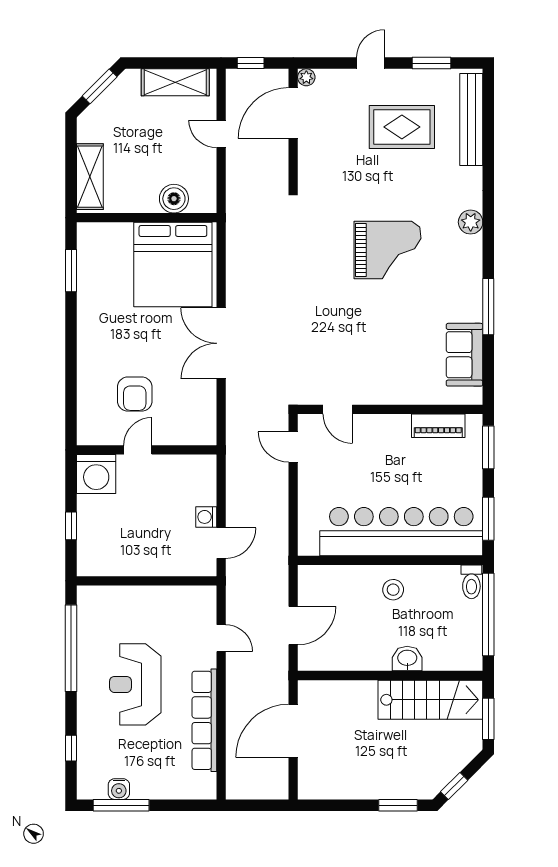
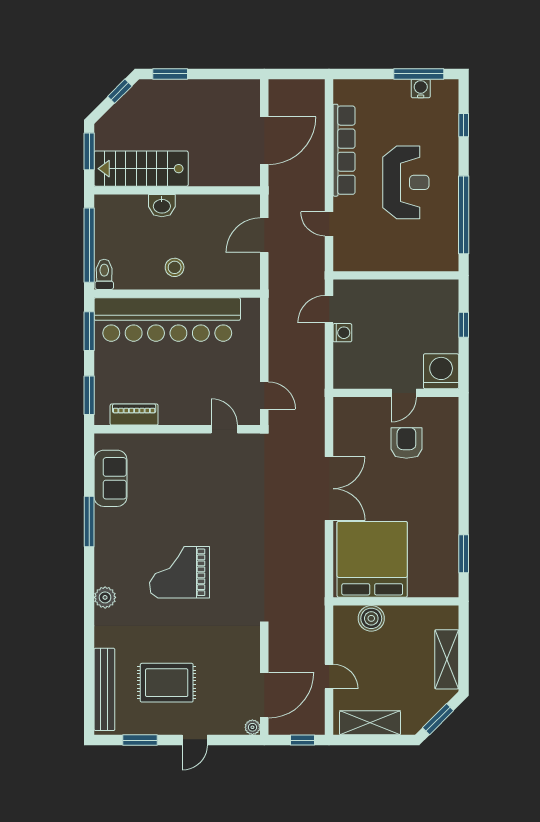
shelving: (90, 177) -> (447, 659), moved

